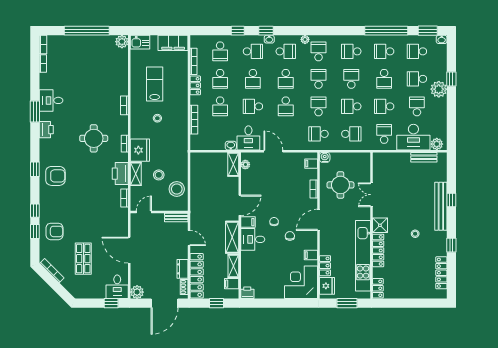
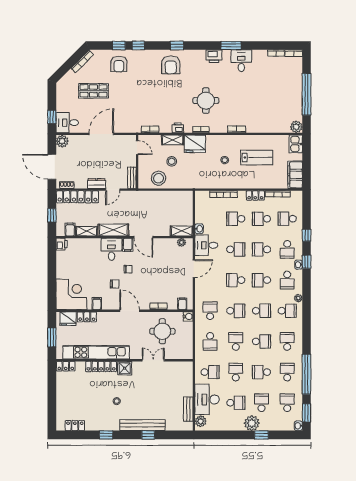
school desk: (253, 106) -> (236, 249), turned 90
printer: (120, 174) -> (178, 128), width x0.53, depth x0.68
dresser: (183, 269) -> (97, 184), moved
locker: (441, 273) -> (75, 426), width x0.66

